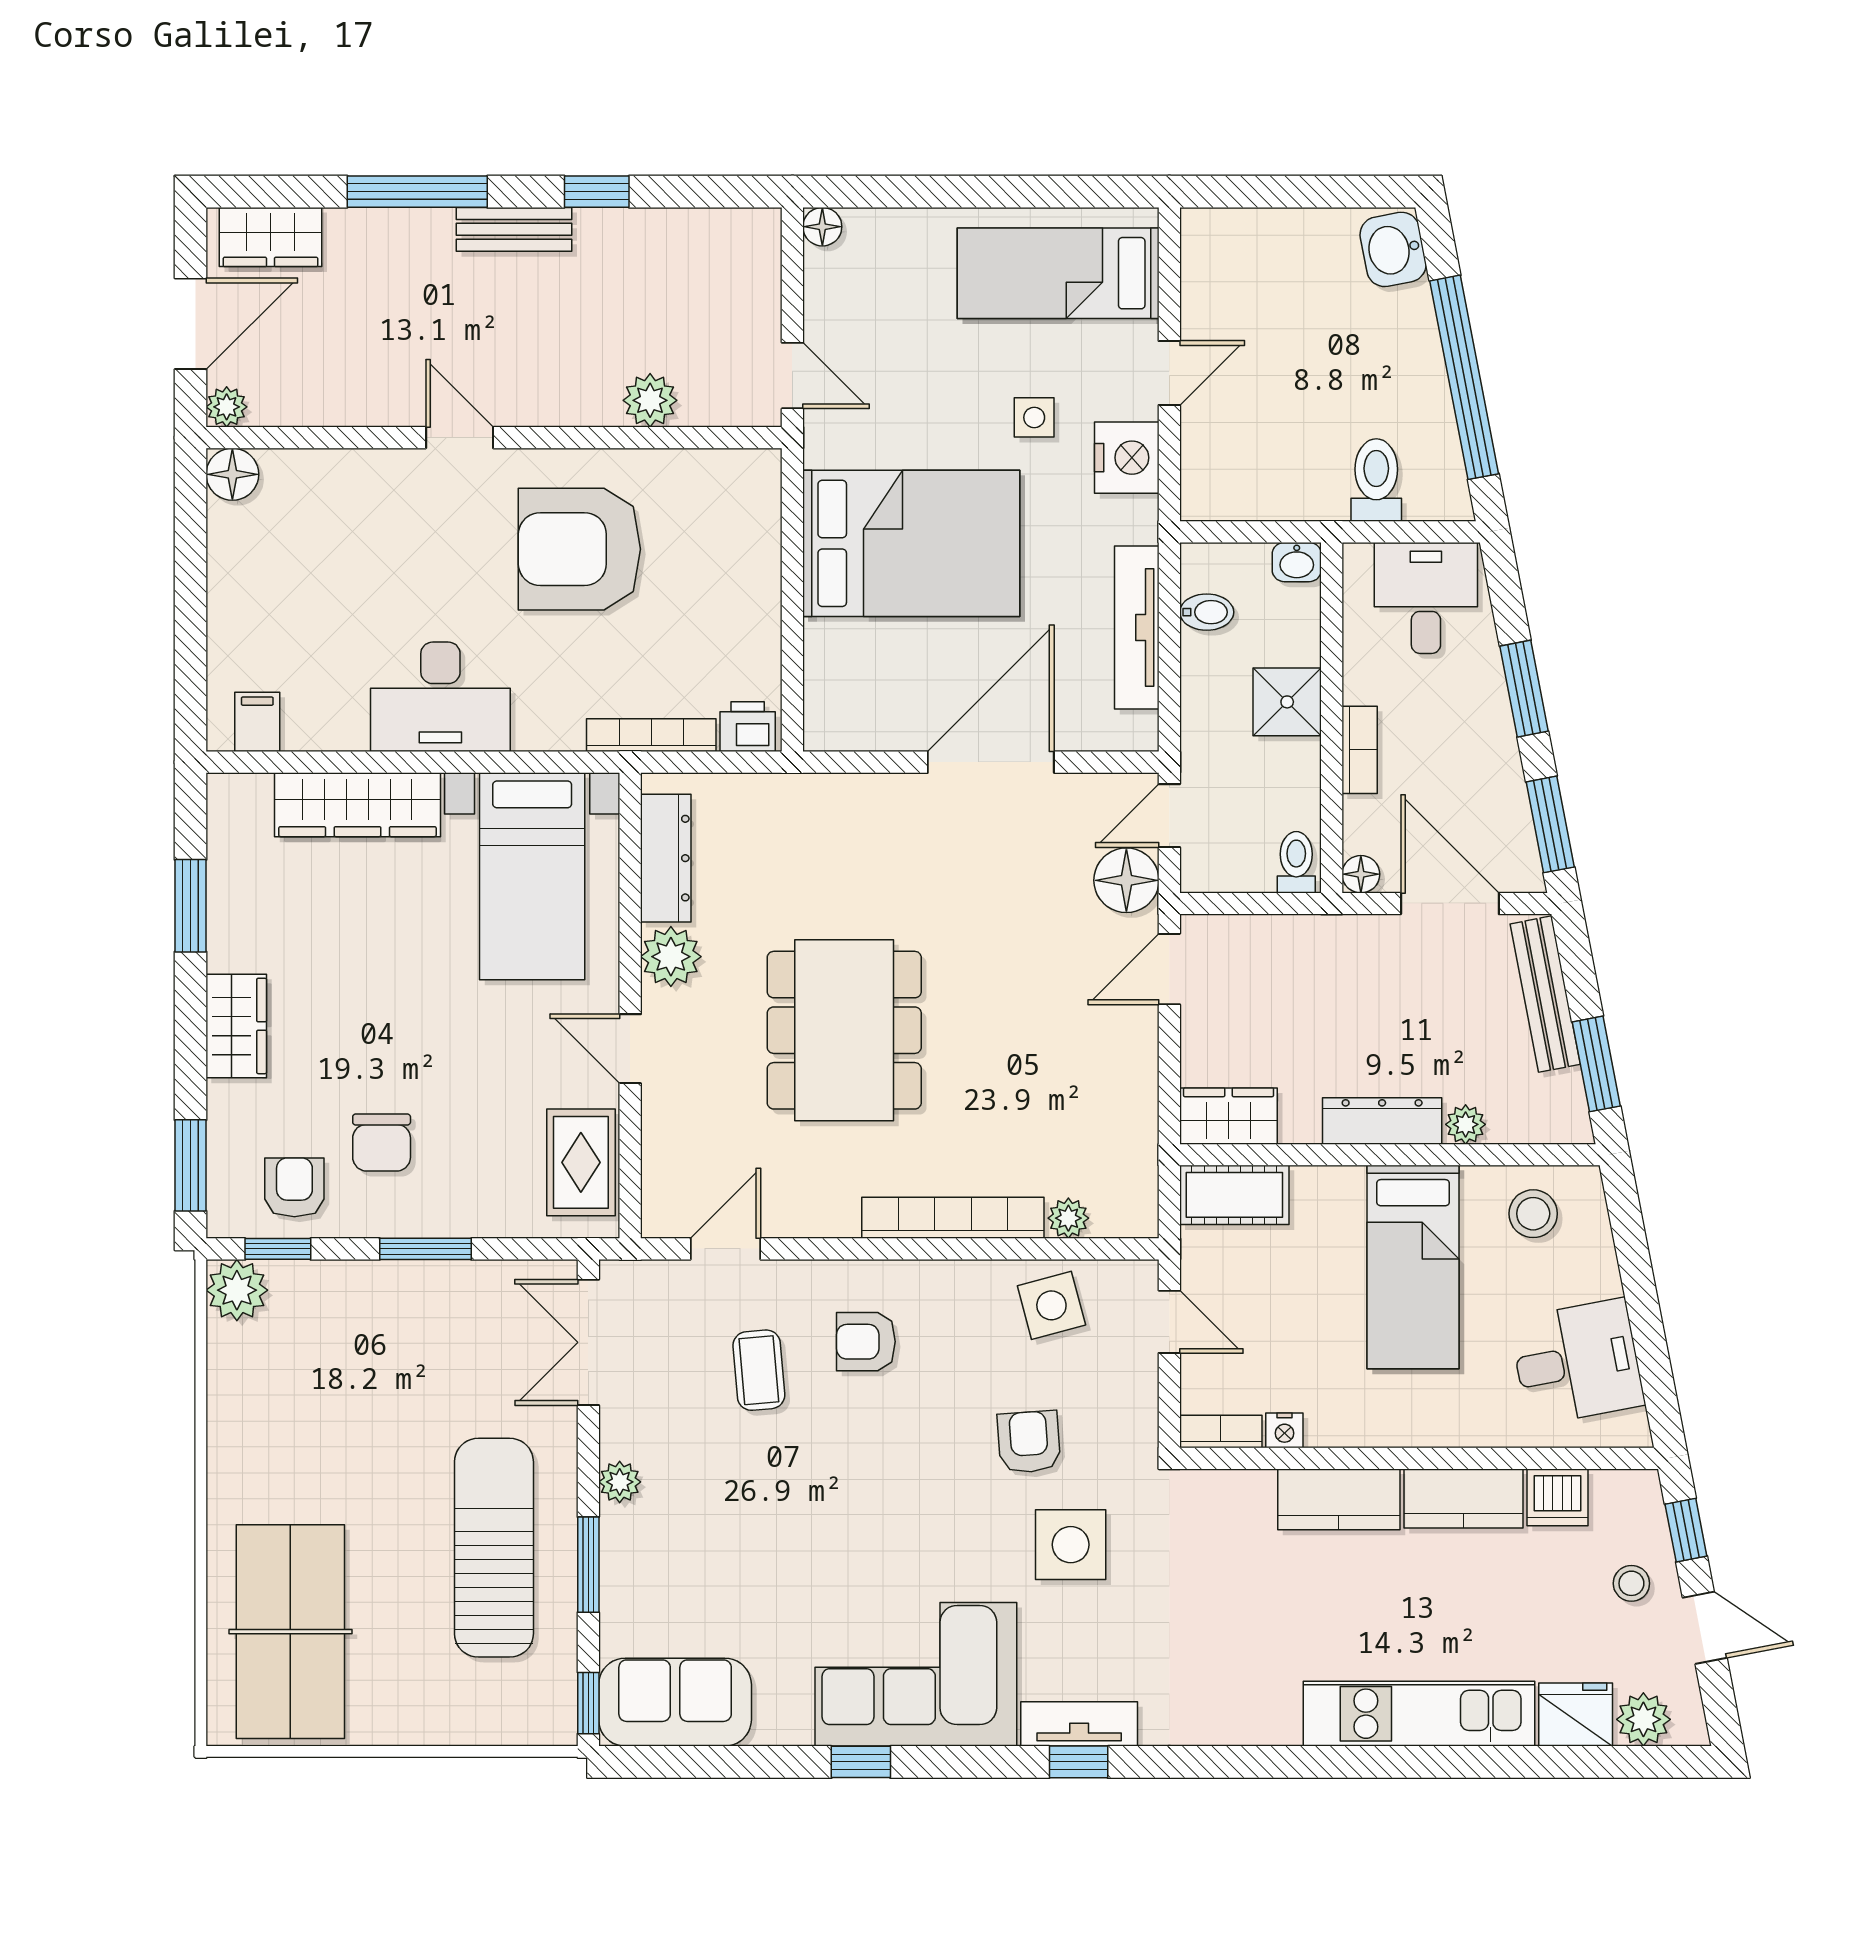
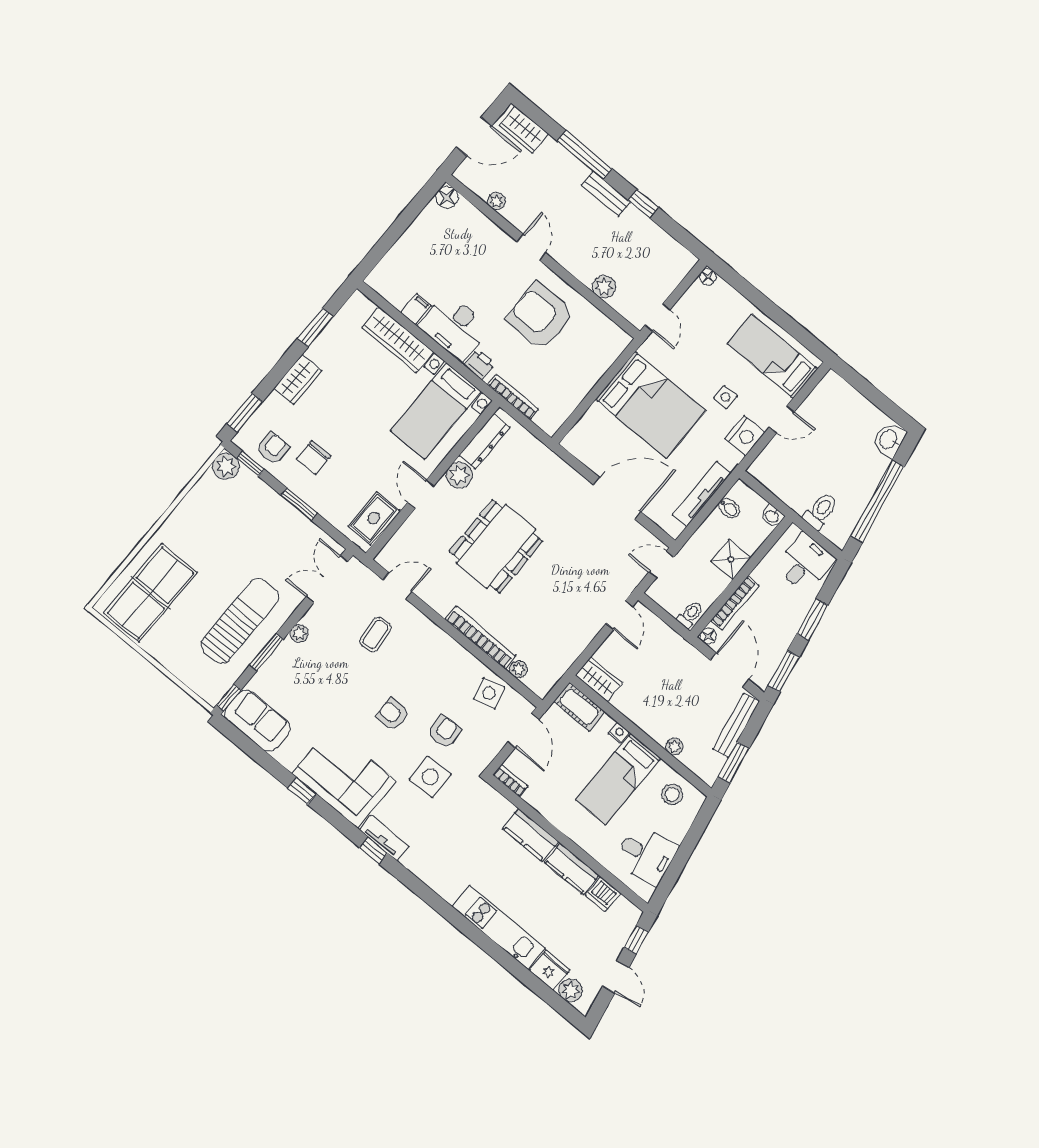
plant: (227, 407) -> (496, 201), moved
filing cabinet: (257, 722) -> (416, 309), moved
printer: (748, 727) -> (480, 364), moved
bookcase: (1360, 750) -> (735, 603), width x1.56
floor lamp: (1126, 880) -> (630, 574), removed
door: (1169, 969) -> (619, 615), swing flipped
dresser: (1382, 1121) -> (648, 723), removed
door: (1169, 1322) -> (523, 731), width x1.38
armchair: (866, 1342) -> (393, 714), moved
nightstand: (1284, 1430) -> (619, 733), moved, turned 180
stool: (1631, 1583) -> (604, 942), removed

